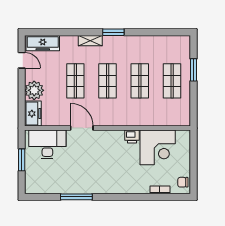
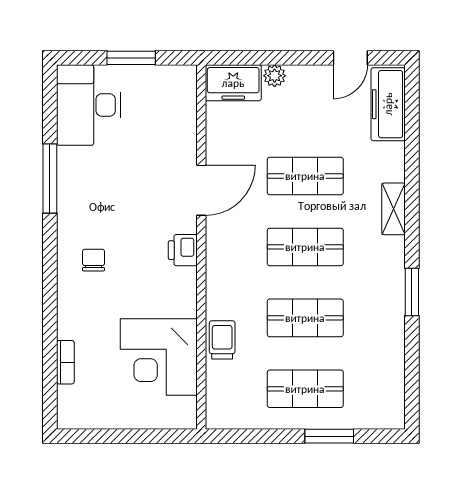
window: (113, 32) -> (412, 292), moved
plant: (34, 90) -> (275, 76), width x0.53, depth x0.53
trolley: (150, 119) -> (222, 340), added
printer: (132, 136) -> (183, 250), moved
desk: (47, 144) -> (88, 105), moved, turned 180
chair: (183, 182) -> (94, 260), moved

